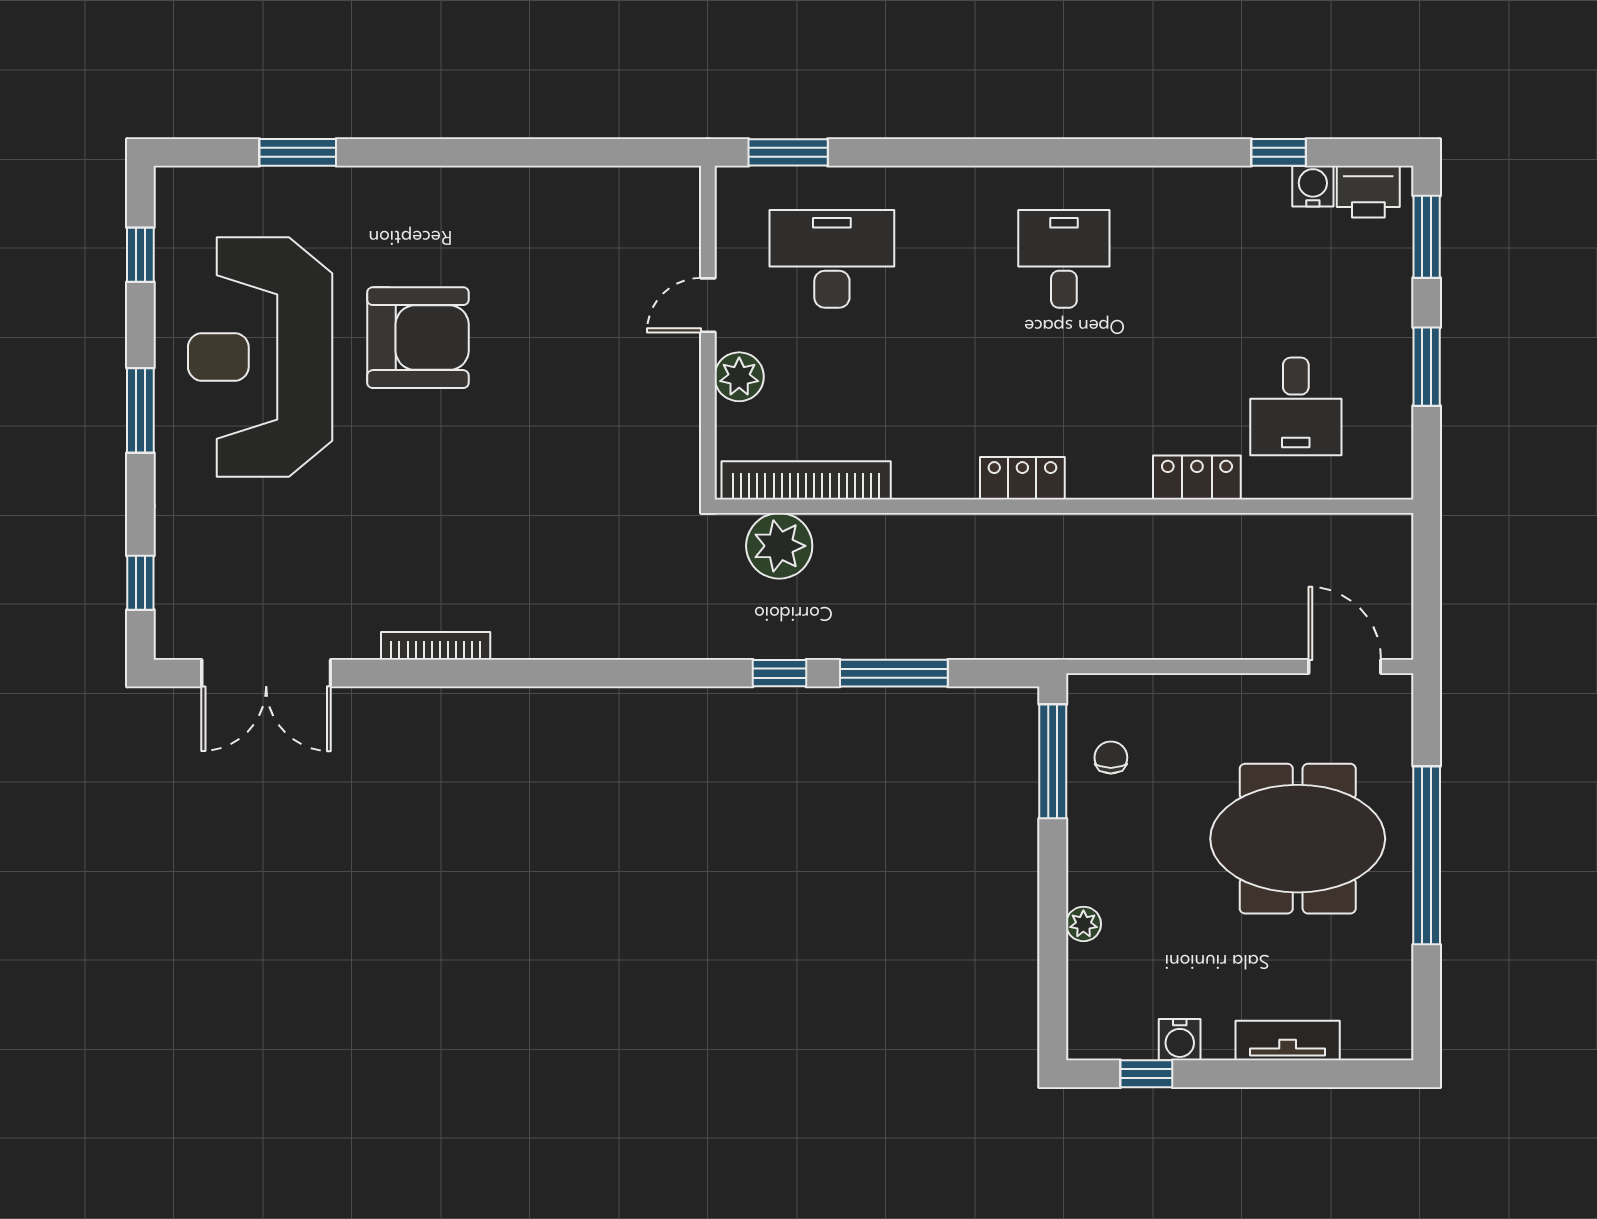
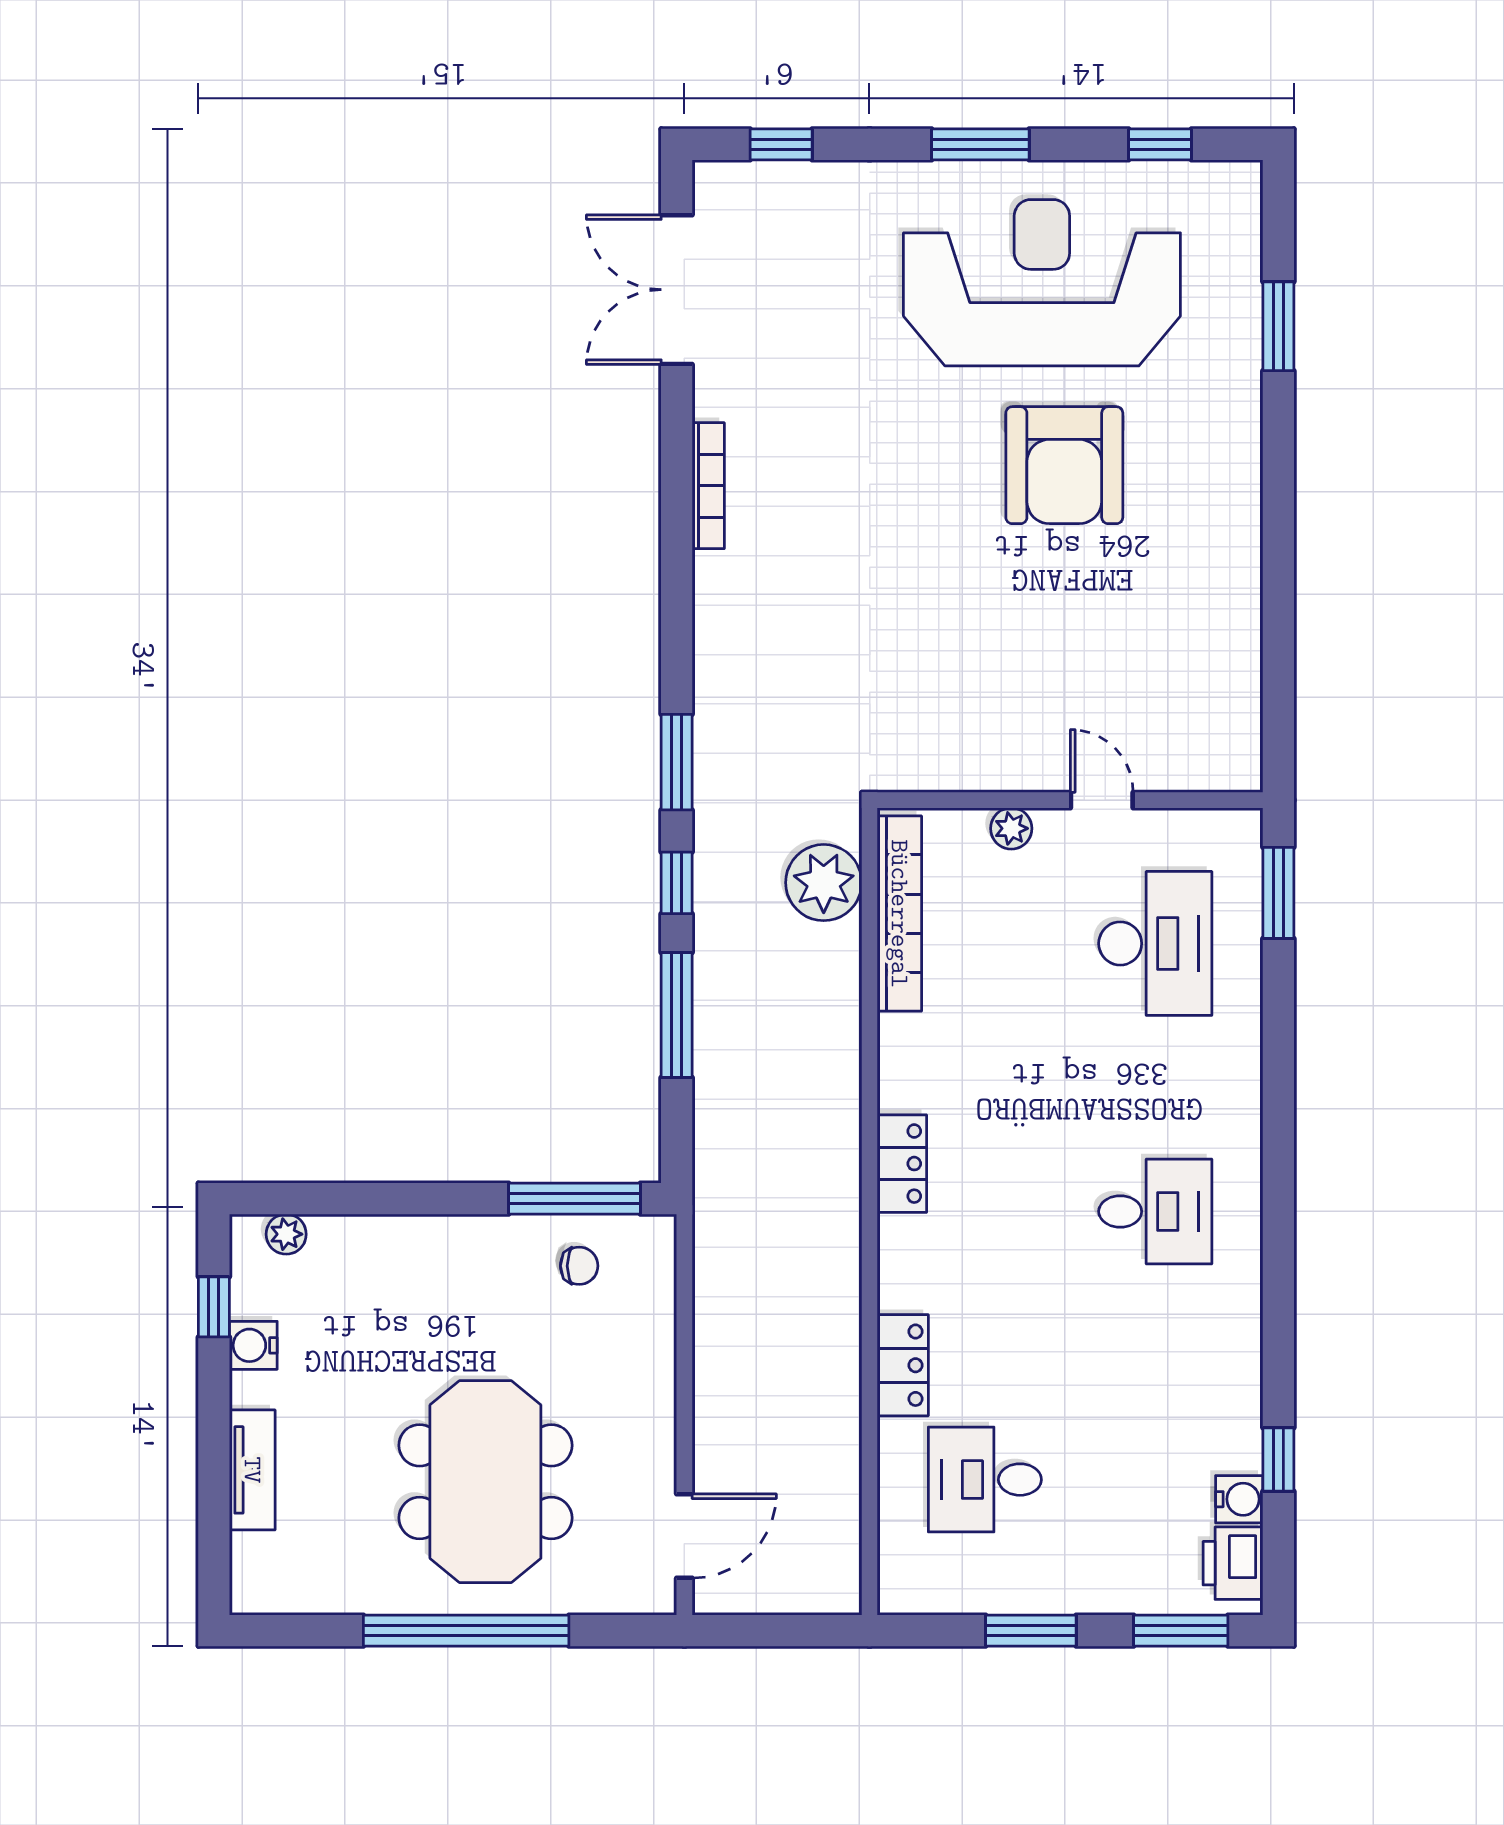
plant: (739, 377) -> (1011, 828), width x0.73, depth x0.73
window: (675, 673) -> (677, 762), added
plant: (1083, 924) -> (286, 1234), moved

